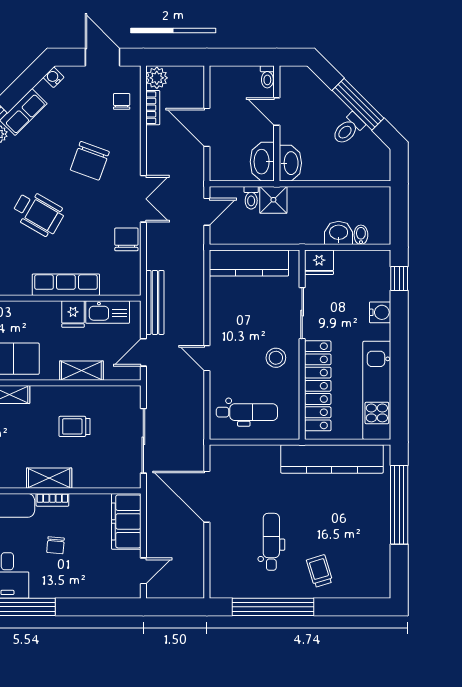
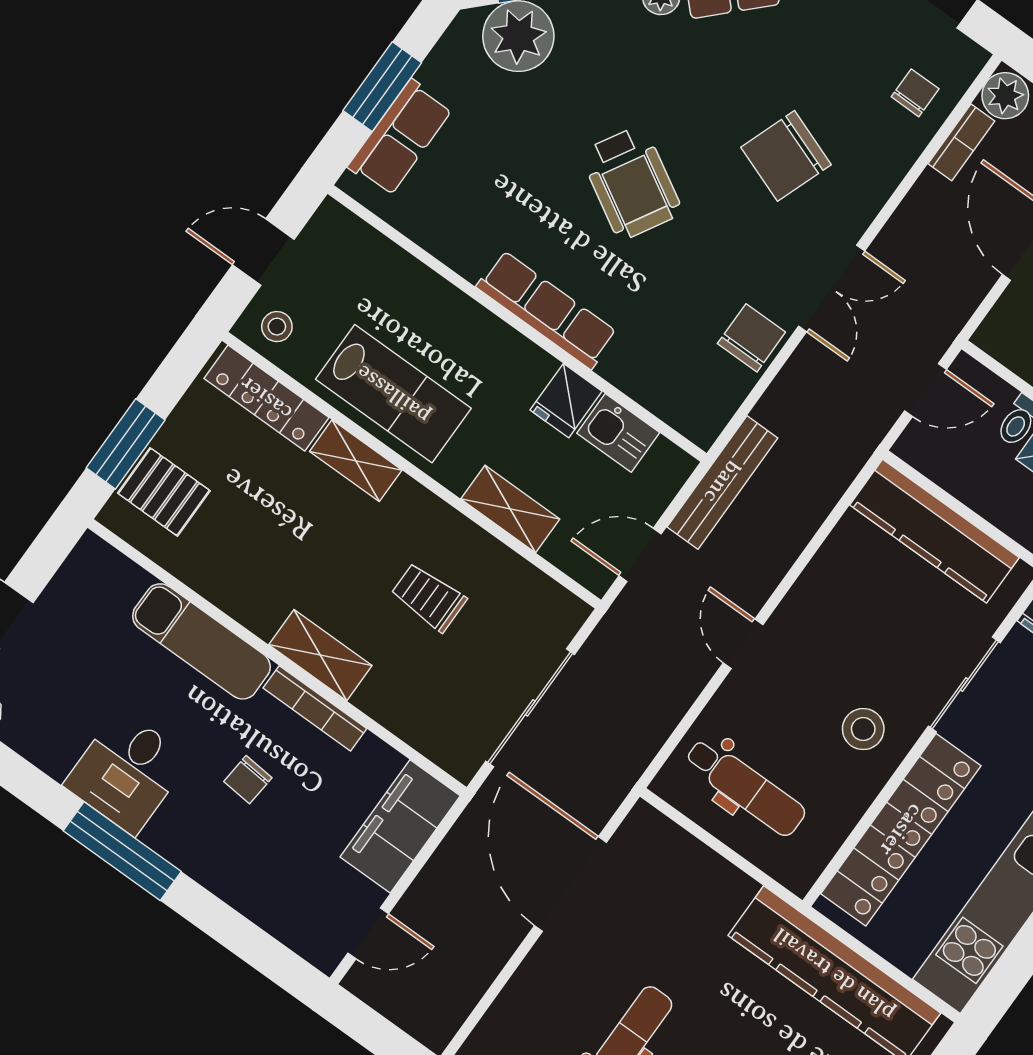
row of seats: (66, 285) -> (547, 310), moved
kitchen sink: (108, 312) -> (618, 433), width x0.73
bookcase: (52, 500) -> (315, 708), width x1.56

